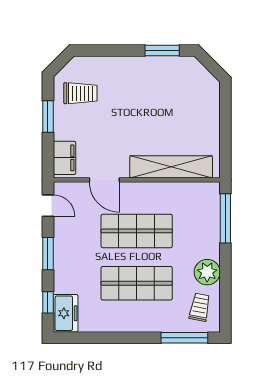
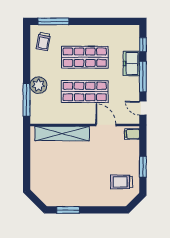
filing cabinet: (64, 158) -> (132, 134), width x0.50
window: (48, 254) -> (143, 77), width x1.44
plant: (207, 272) -> (38, 85), moved
freezer: (66, 313) -> (131, 63), moved

